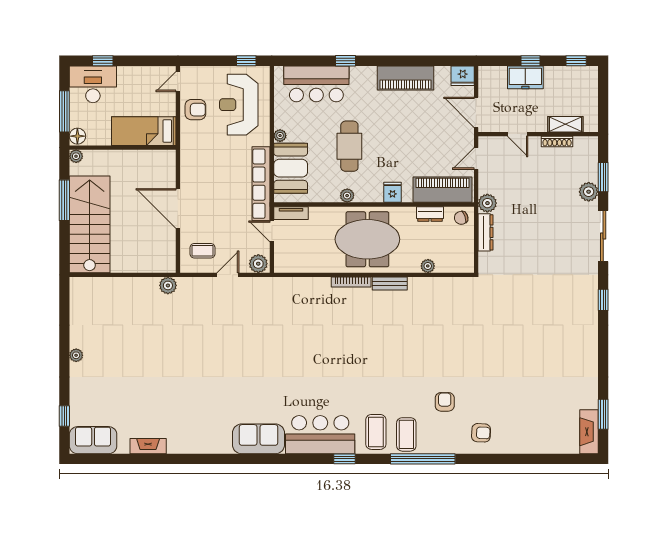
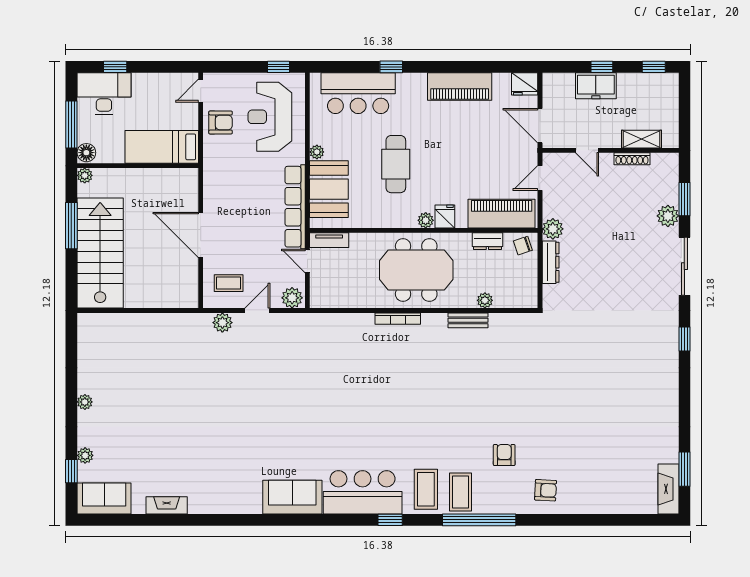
plant: (347, 196) -> (426, 220), moved
bench: (390, 284) -> (468, 320), moved
plant: (168, 285) -> (222, 323), moved
plant: (76, 402) -> (85, 455), added

